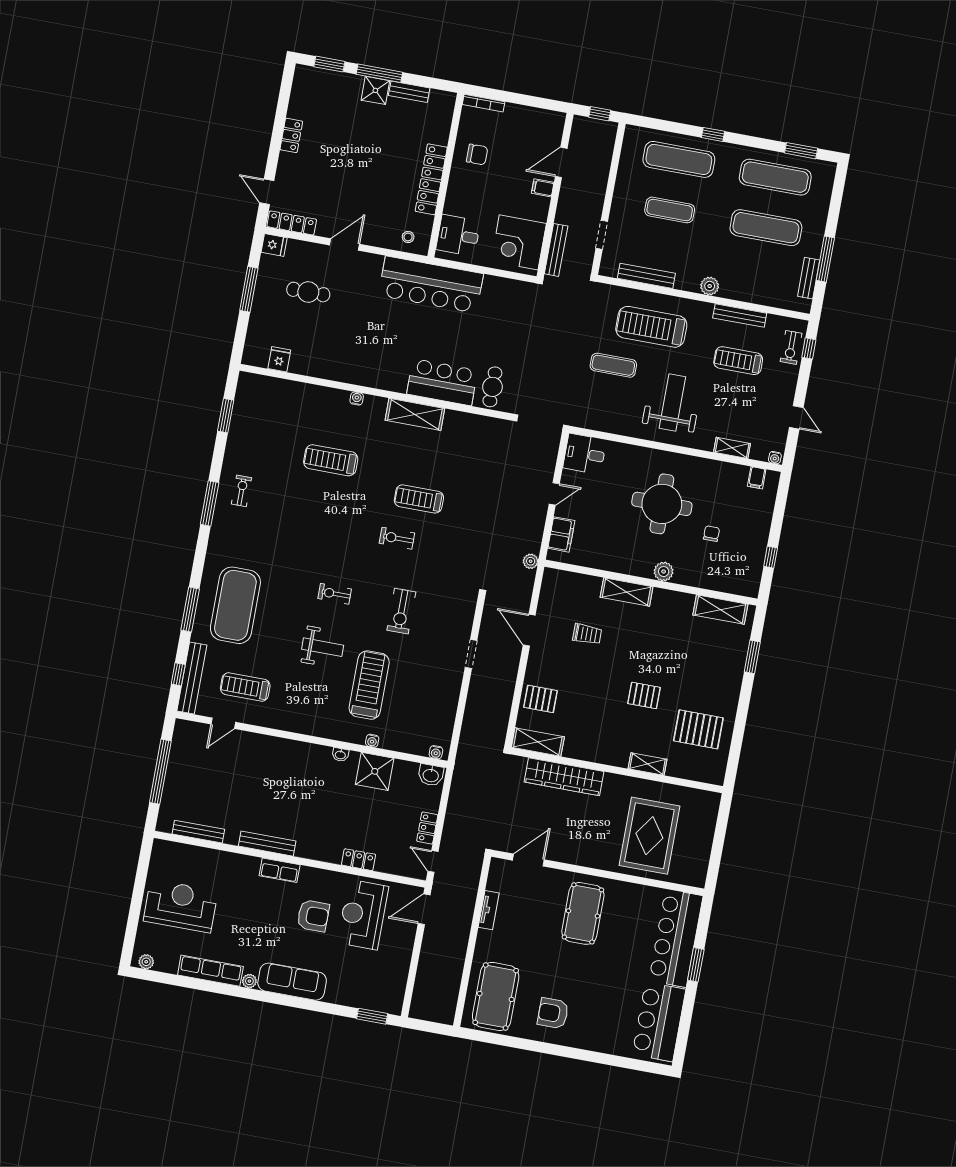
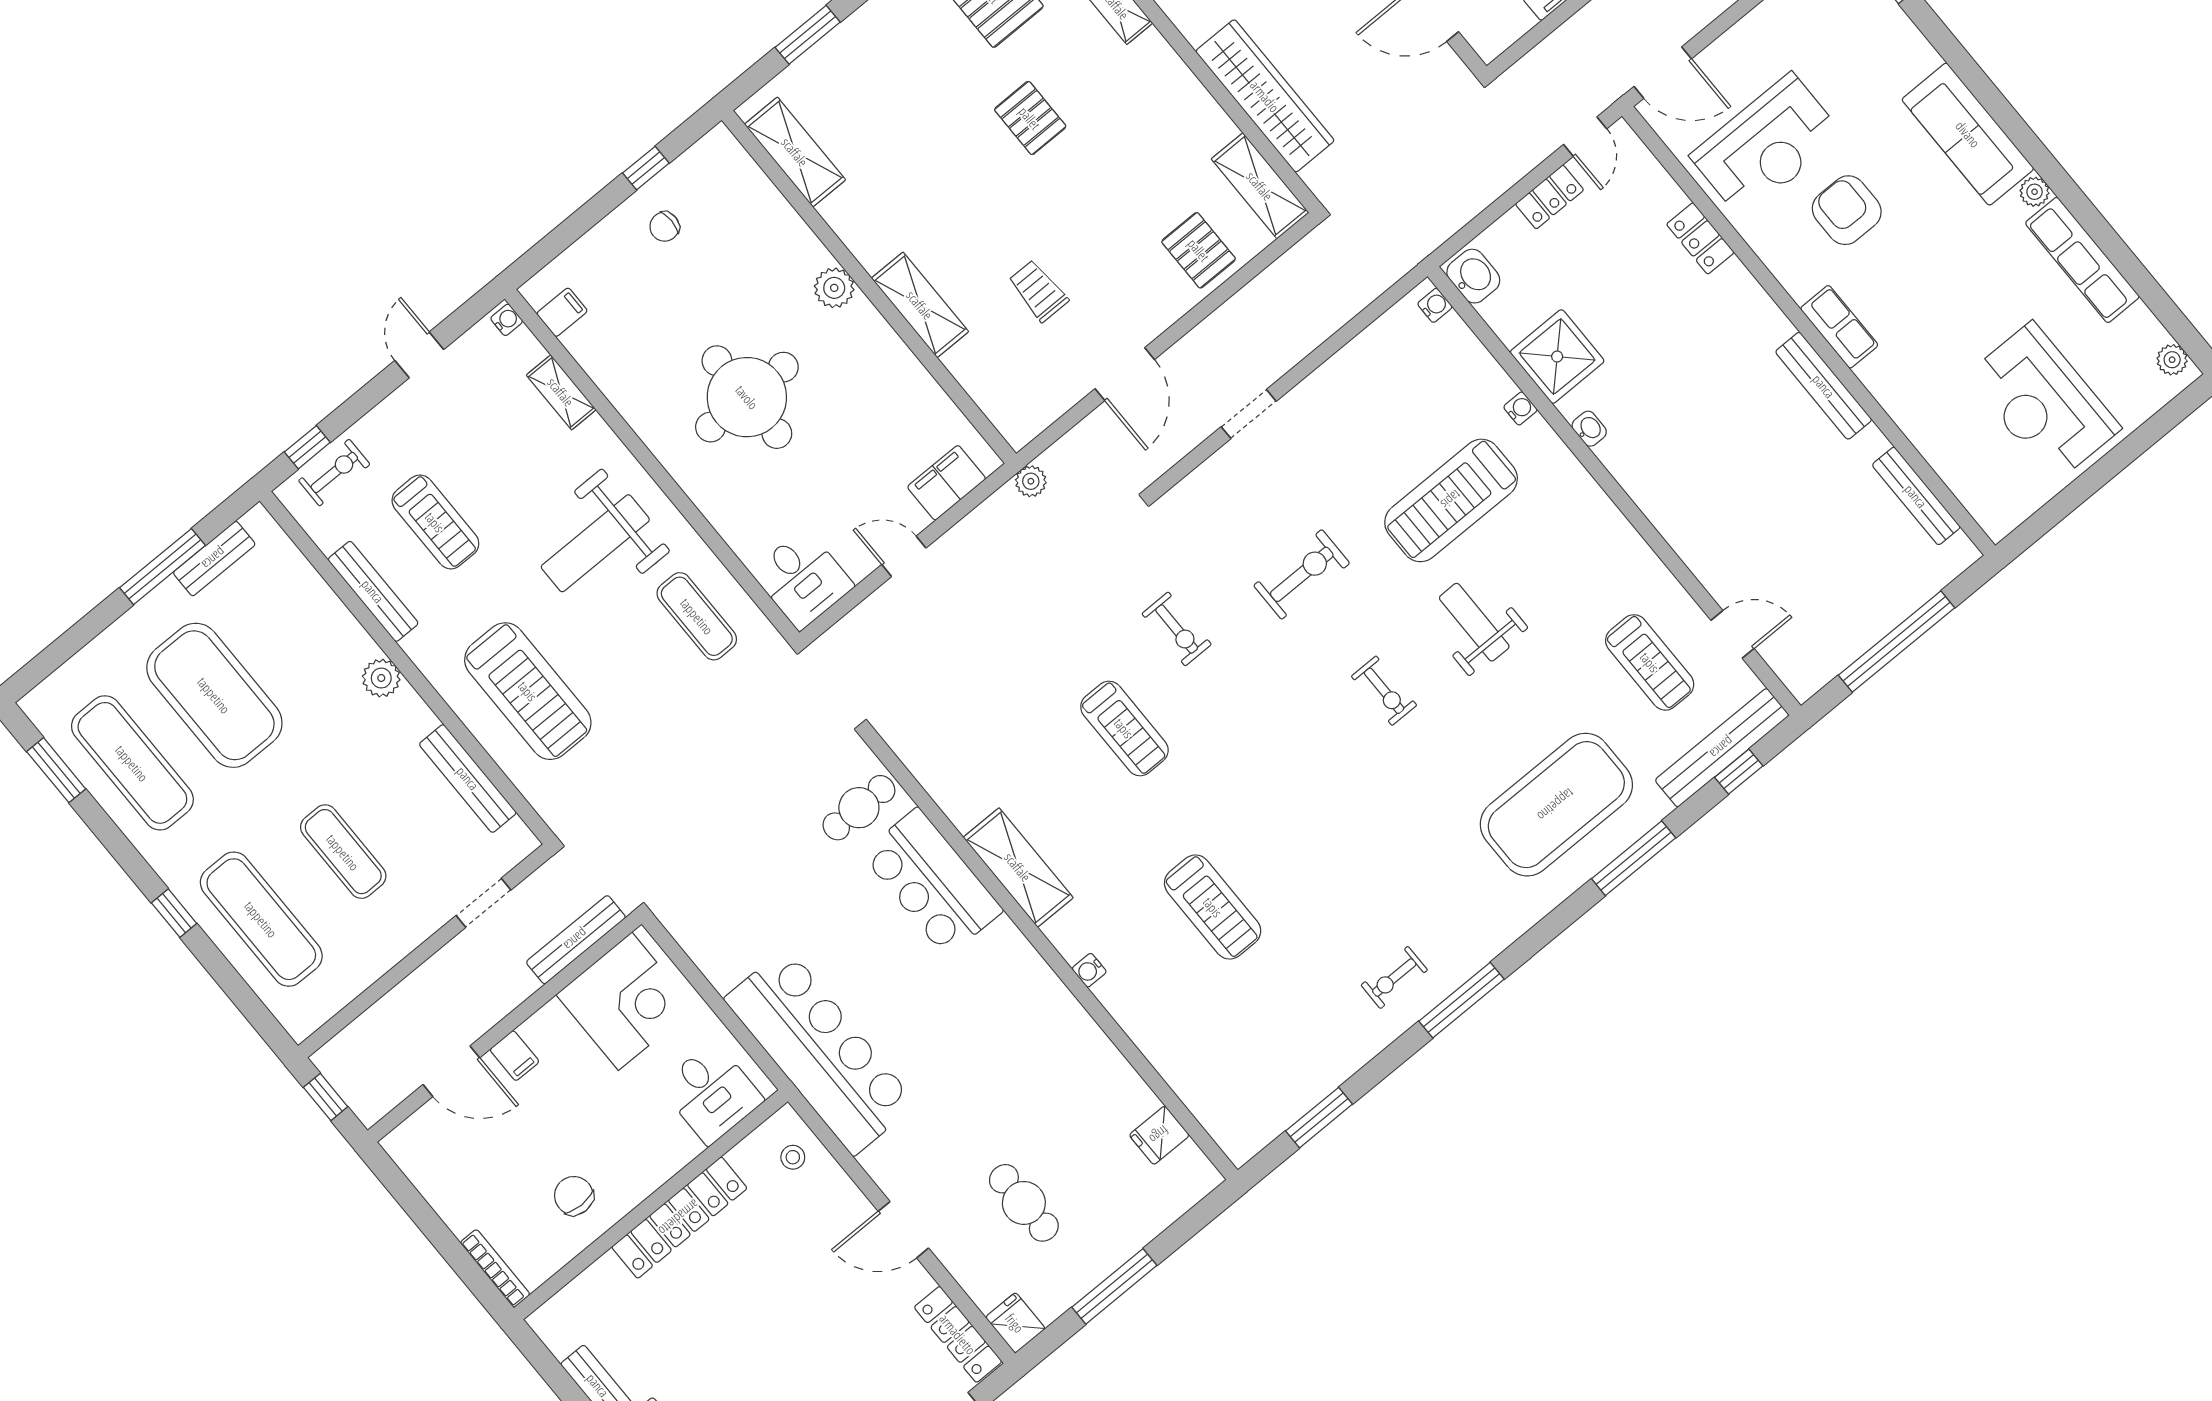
exercise mat: (766, 228) -> (214, 695), width x1.47
exercise mat: (613, 365) -> (697, 616), moved
chair: (711, 534) -> (665, 227), moved
exercise bike: (397, 538) -> (1177, 629), moved

